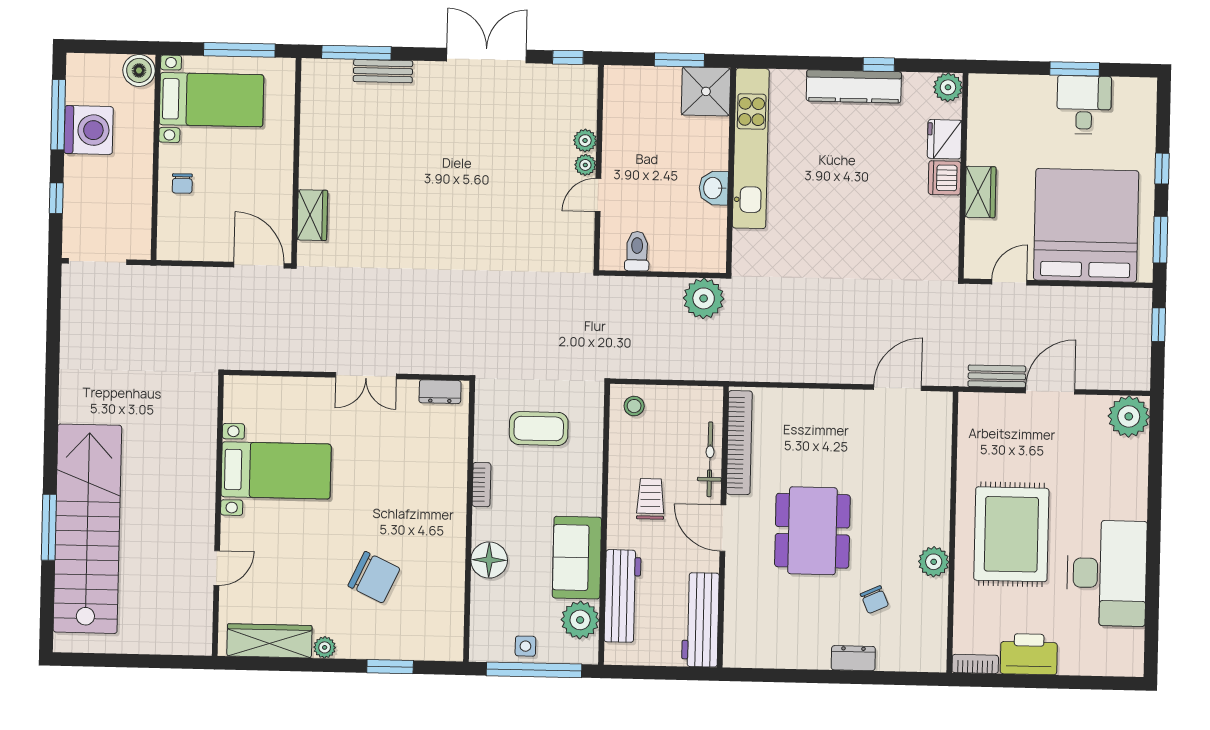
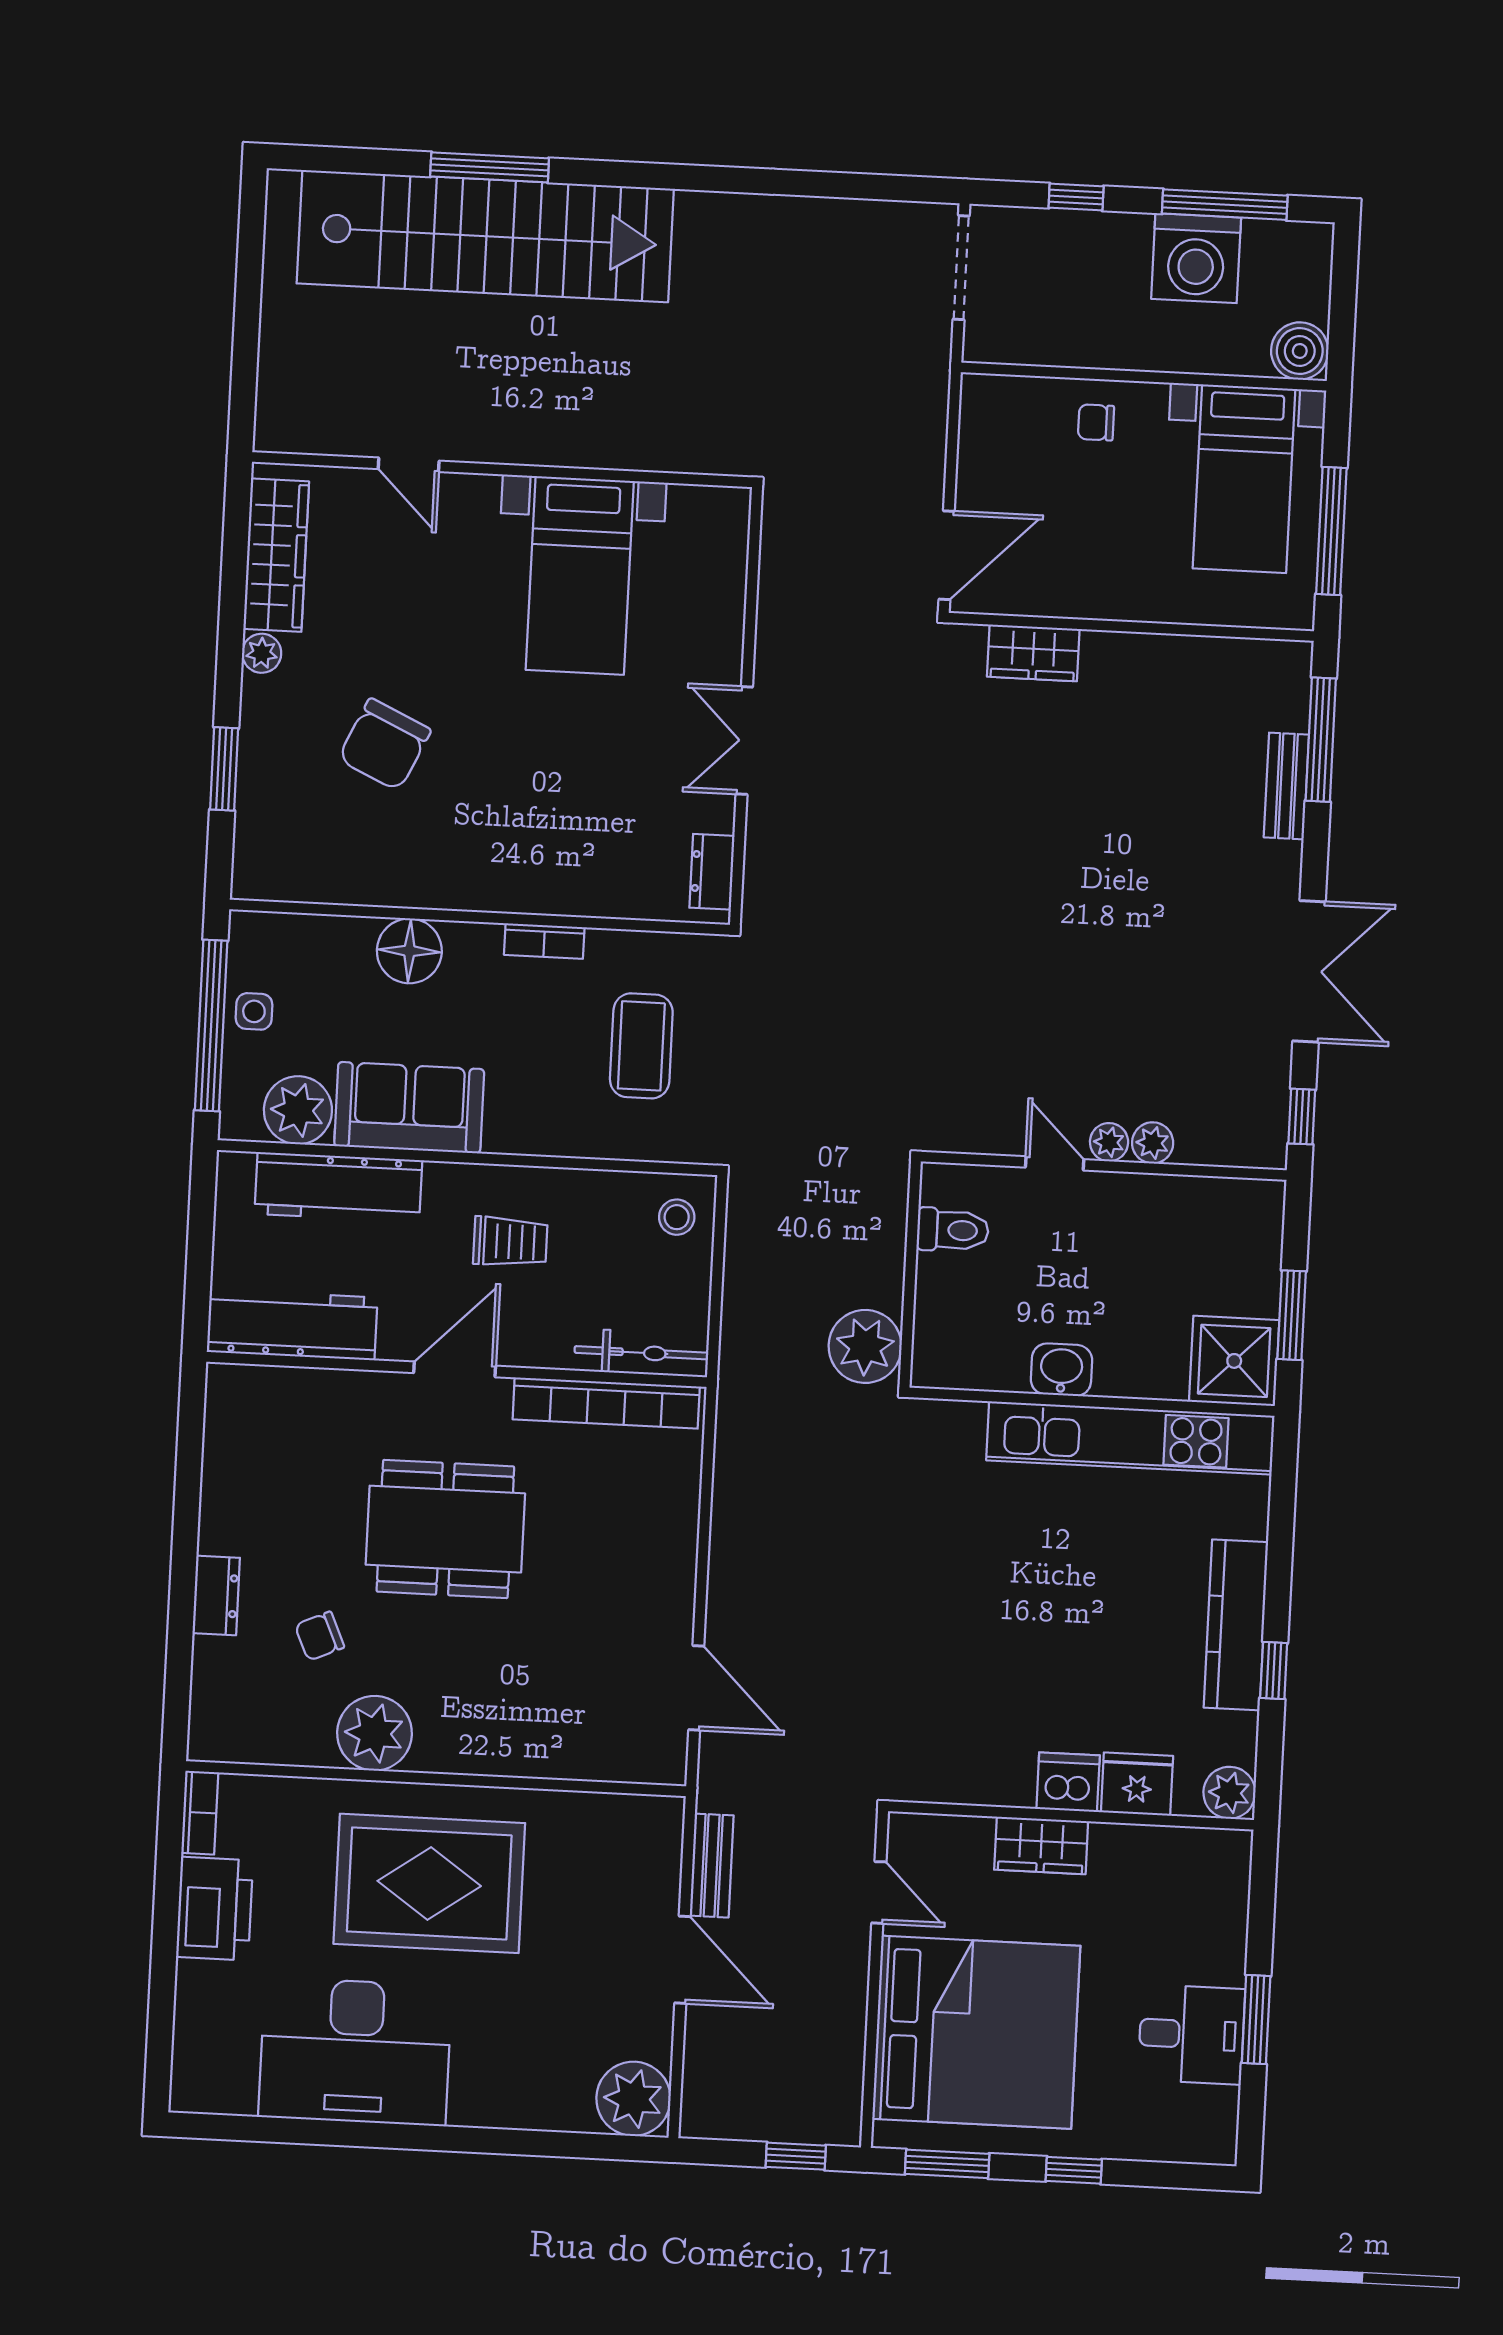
bicycle: (710, 459) -> (641, 1353), moved
plant: (934, 562) -> (375, 1733), width x1.36, depth x1.36

